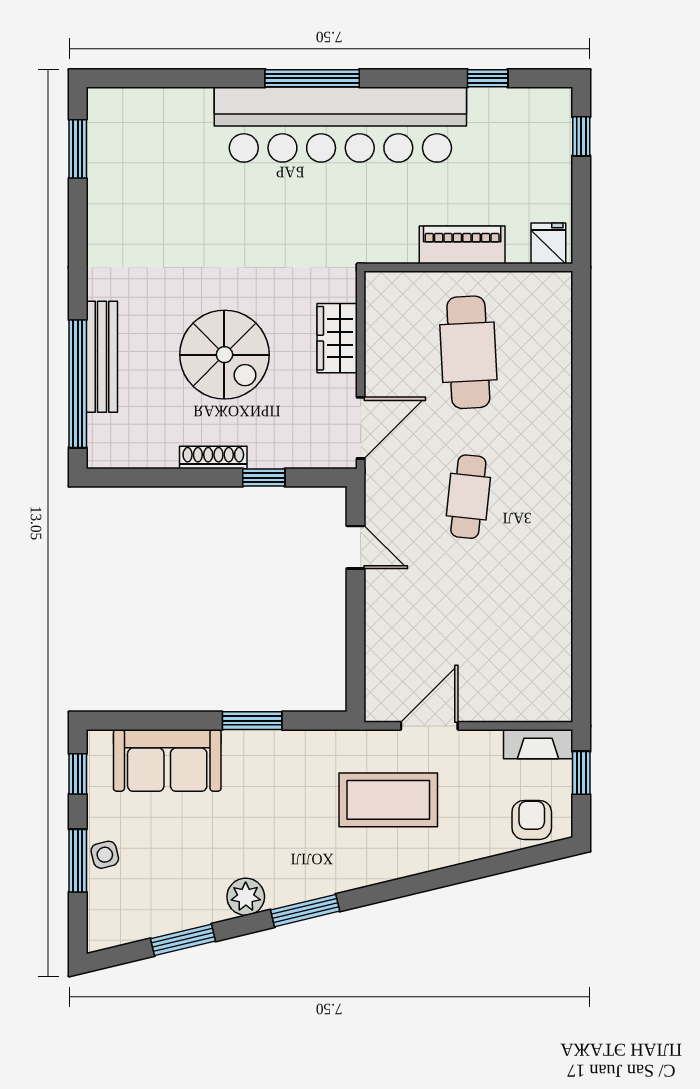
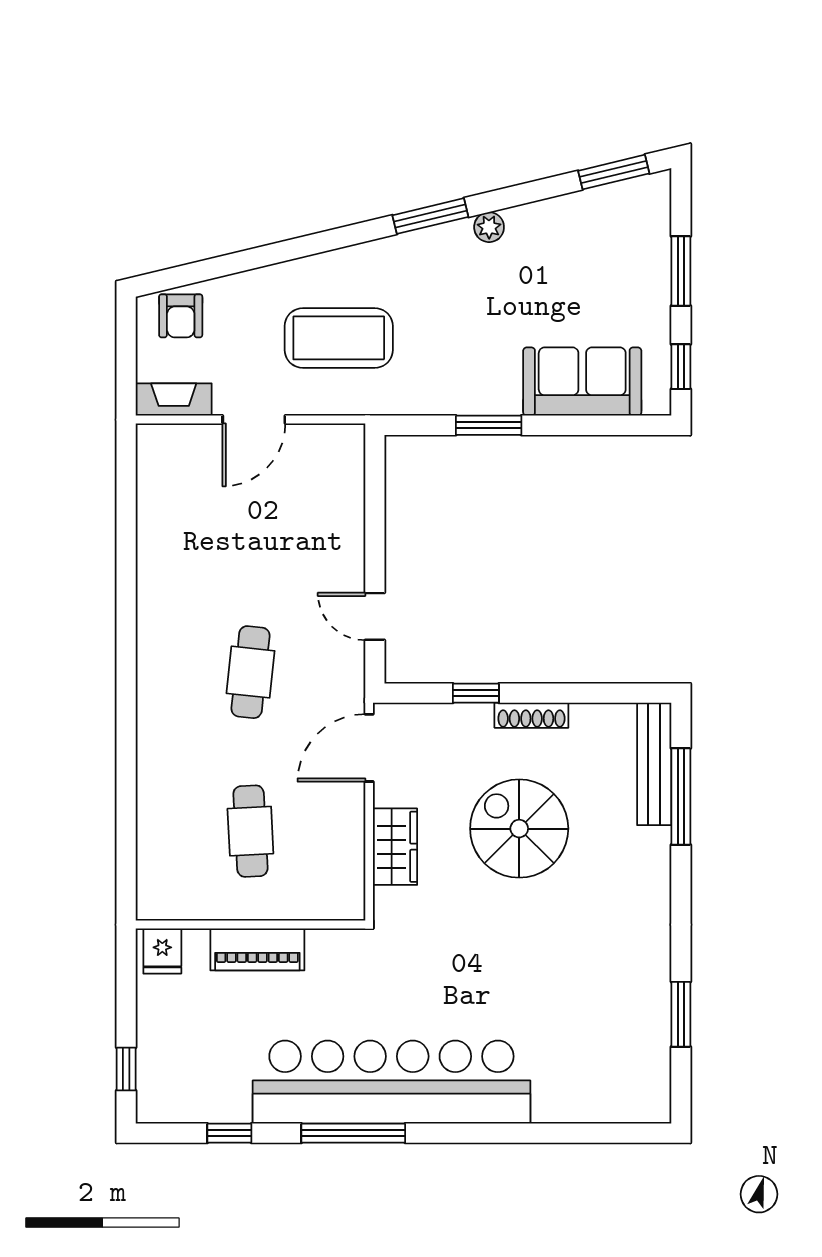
window: (312, 78) -> (353, 1133), moved
window: (78, 149) -> (681, 1014), moved
cafe table: (468, 352) -> (250, 831), width x0.73, depth x0.74
bench: (102, 357) -> (654, 764), moved
window: (78, 384) -> (681, 797), width x0.68
door: (429, 726) -> (254, 420), moved
window: (581, 773) -> (126, 368), removed
side table: (105, 855) -> (651, 278), removed
plant: (246, 897) -> (489, 227), width x0.73, depth x0.73
window: (183, 940) -> (614, 172), moved

